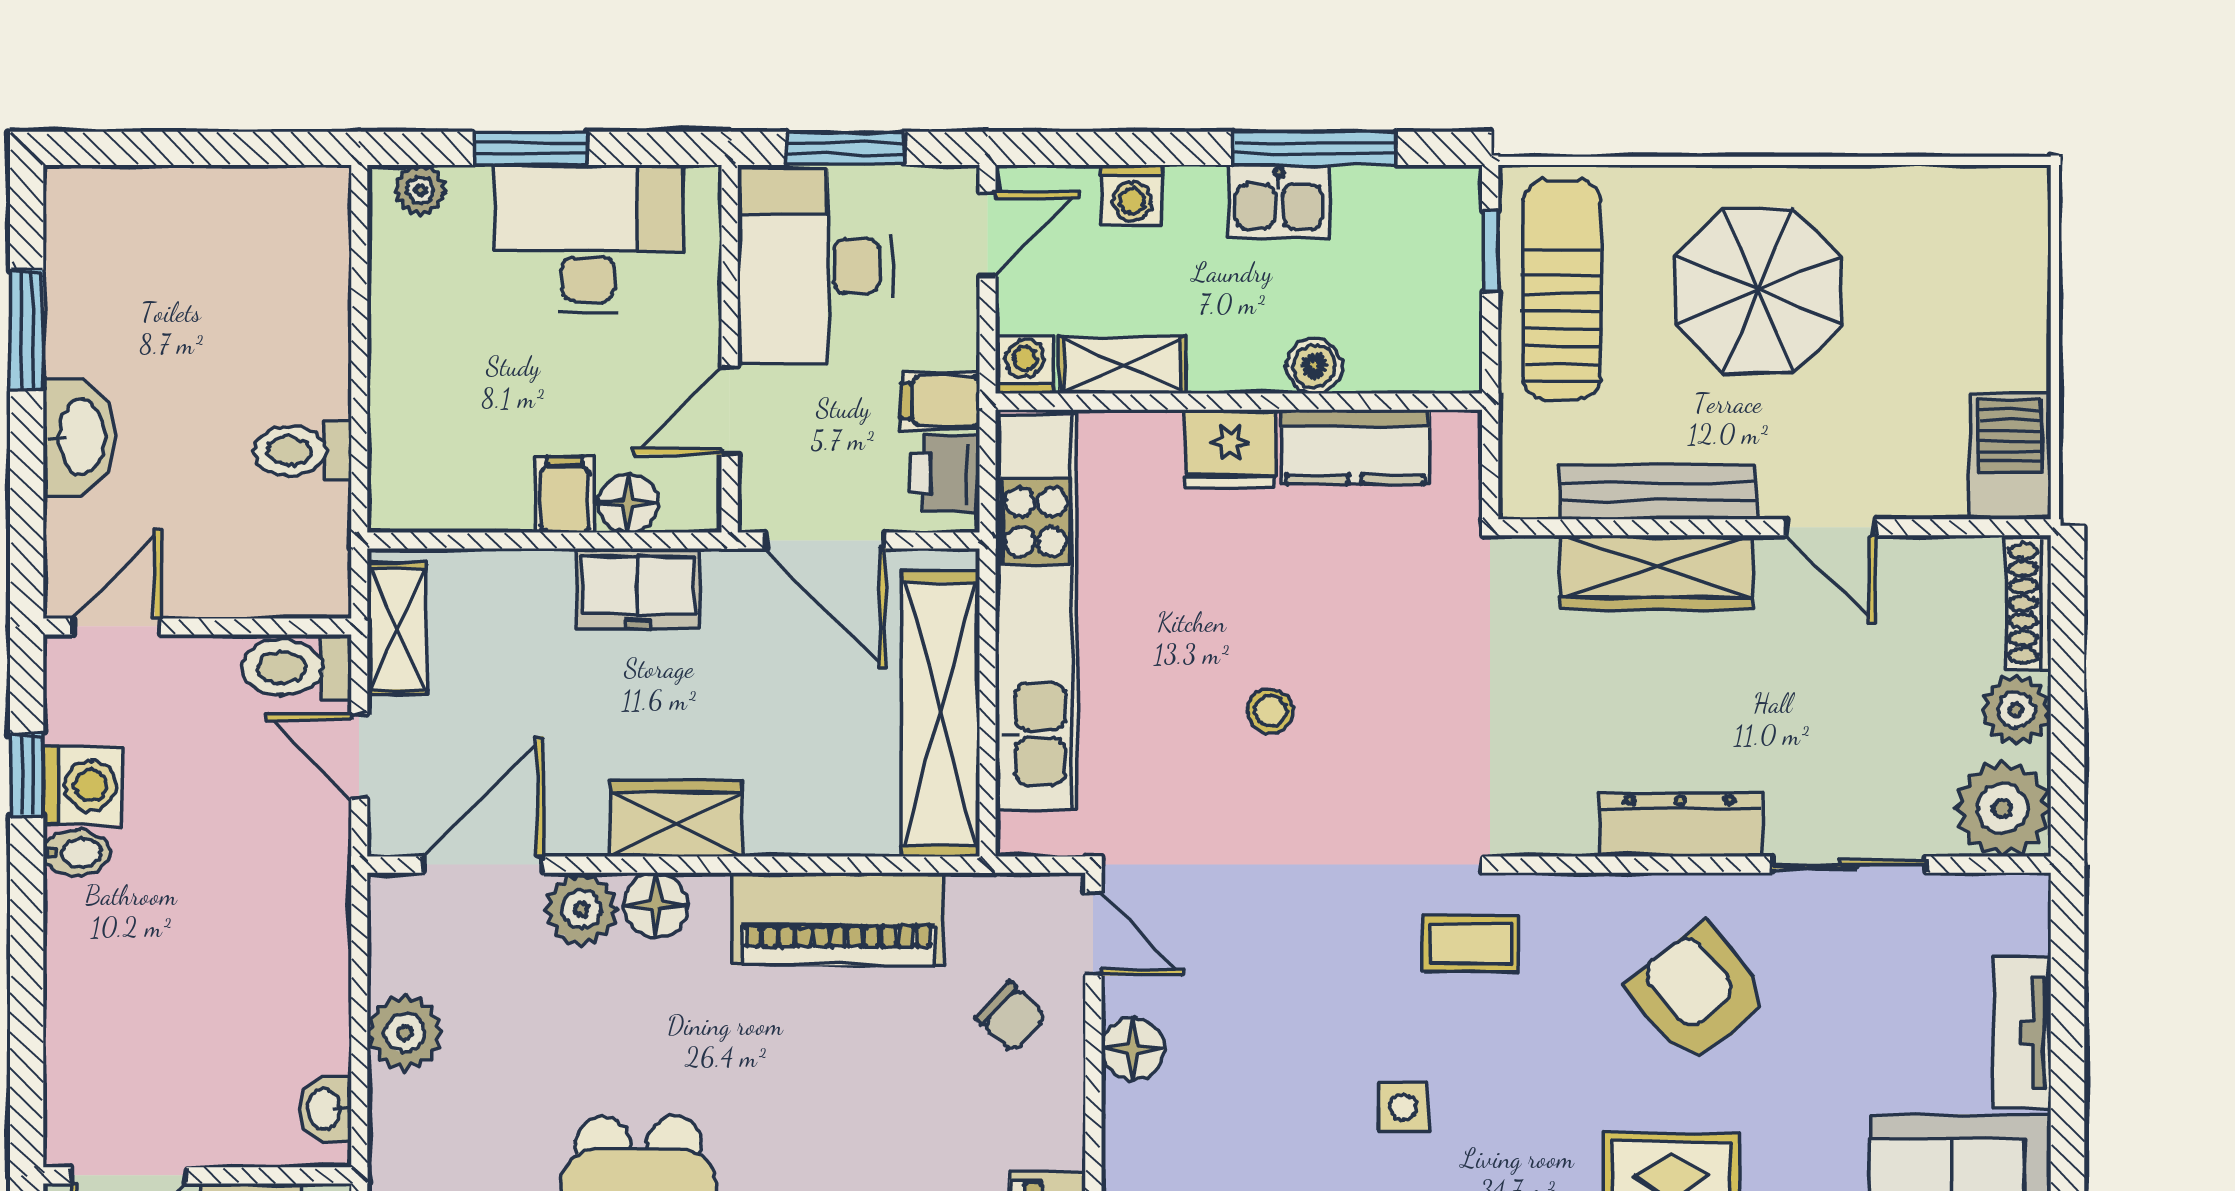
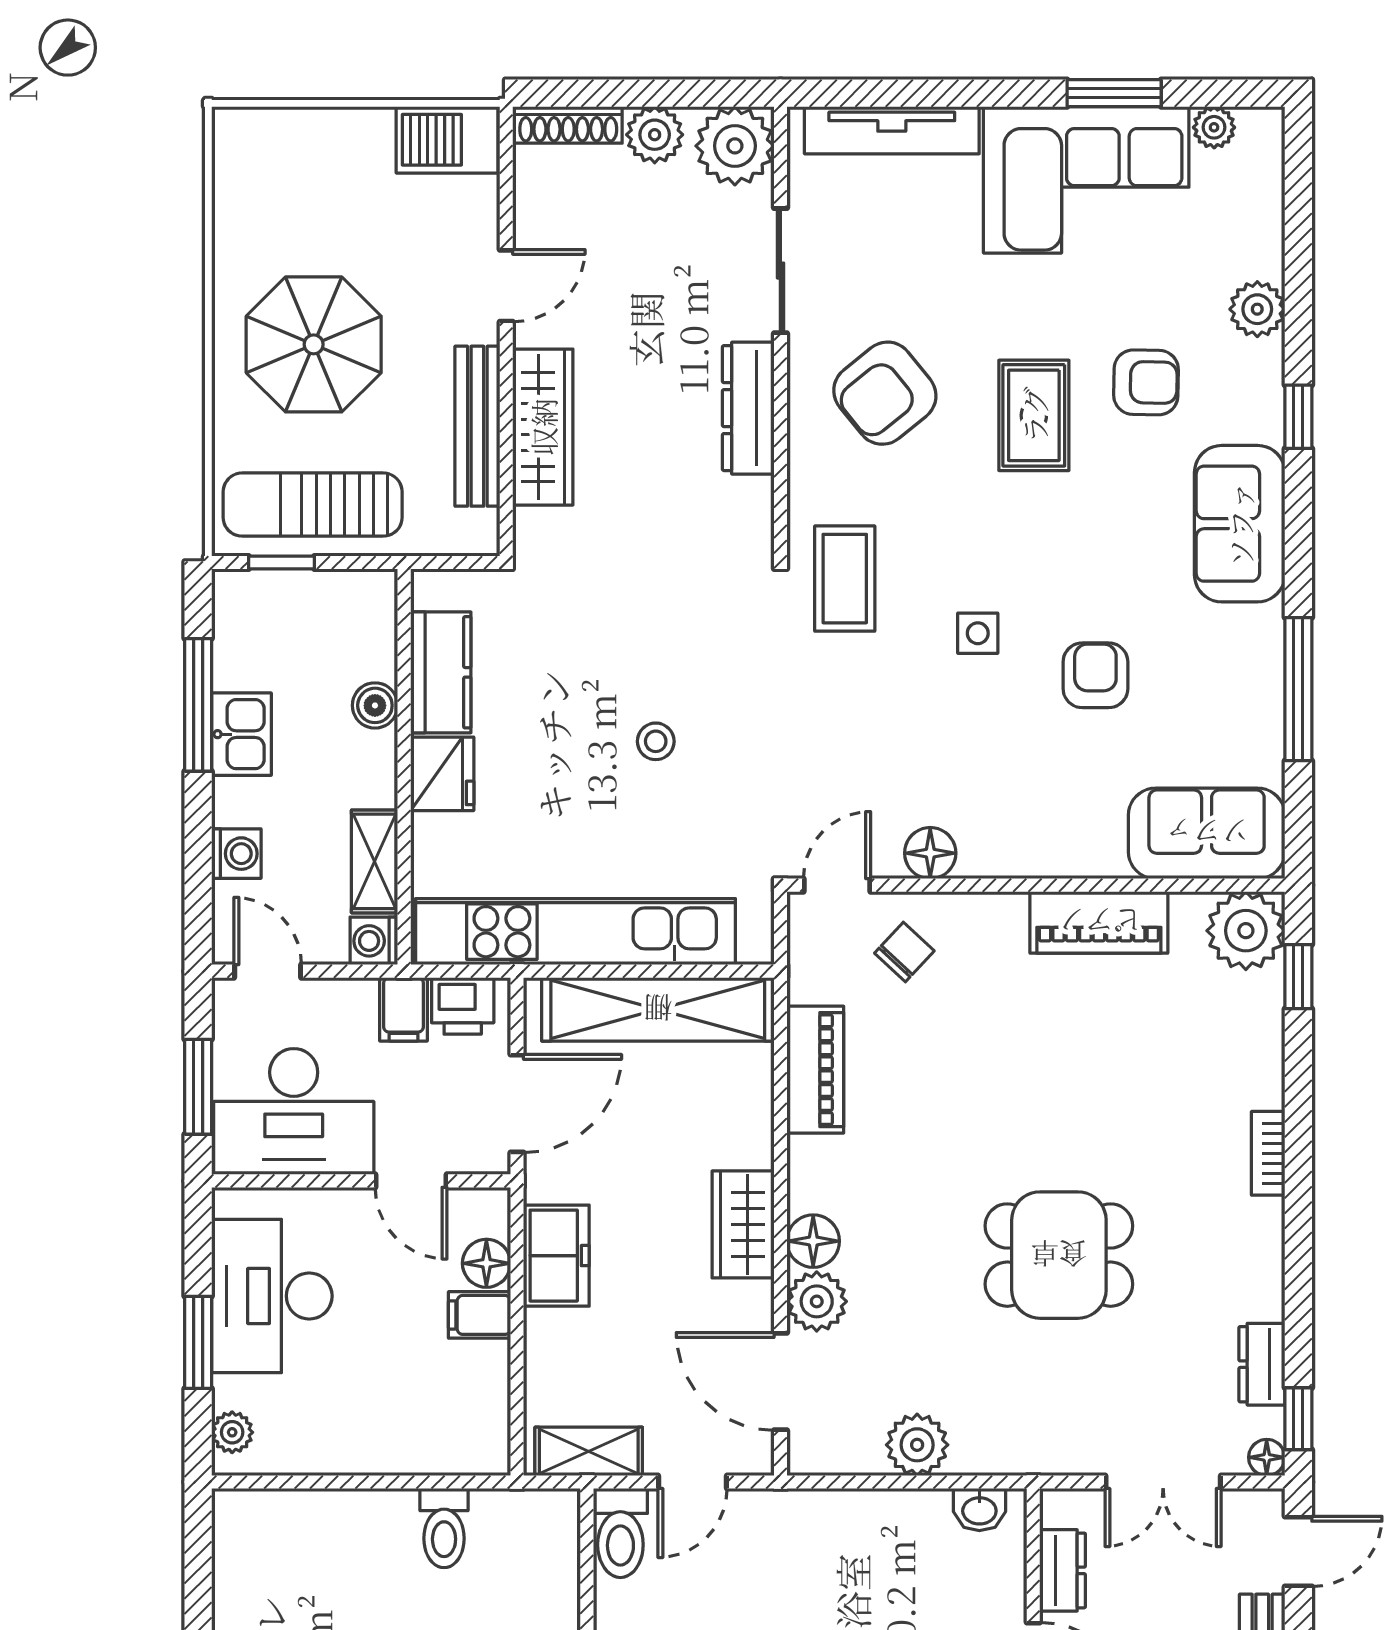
piano: (838, 919) -> (815, 1070), width x0.73, depth x0.75
coffee table: (1470, 944) -> (845, 579), width x1.36, depth x1.30
tv unit: (2022, 1033) -> (892, 130), width x1.41

